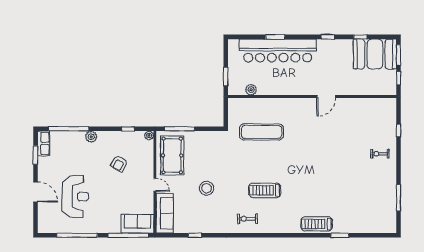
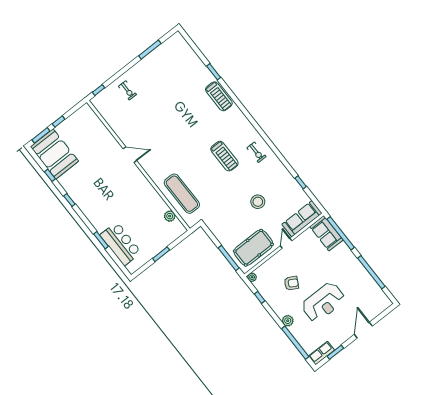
bar counter: (278, 51) -> (121, 244), width x0.54
plant: (251, 90) -> (170, 216), moved
wall: (312, 97) -> (138, 165), moved
door: (326, 97) -> (130, 155), moved
reception desk: (75, 197) -> (323, 302), moved, turned 180

